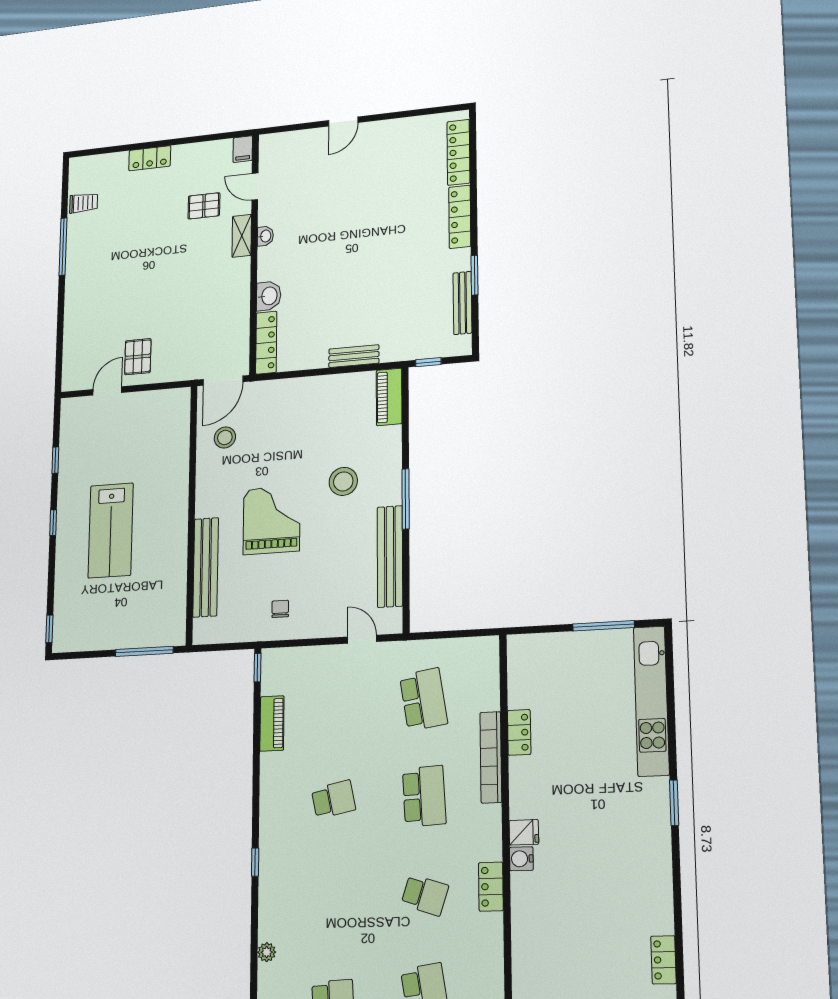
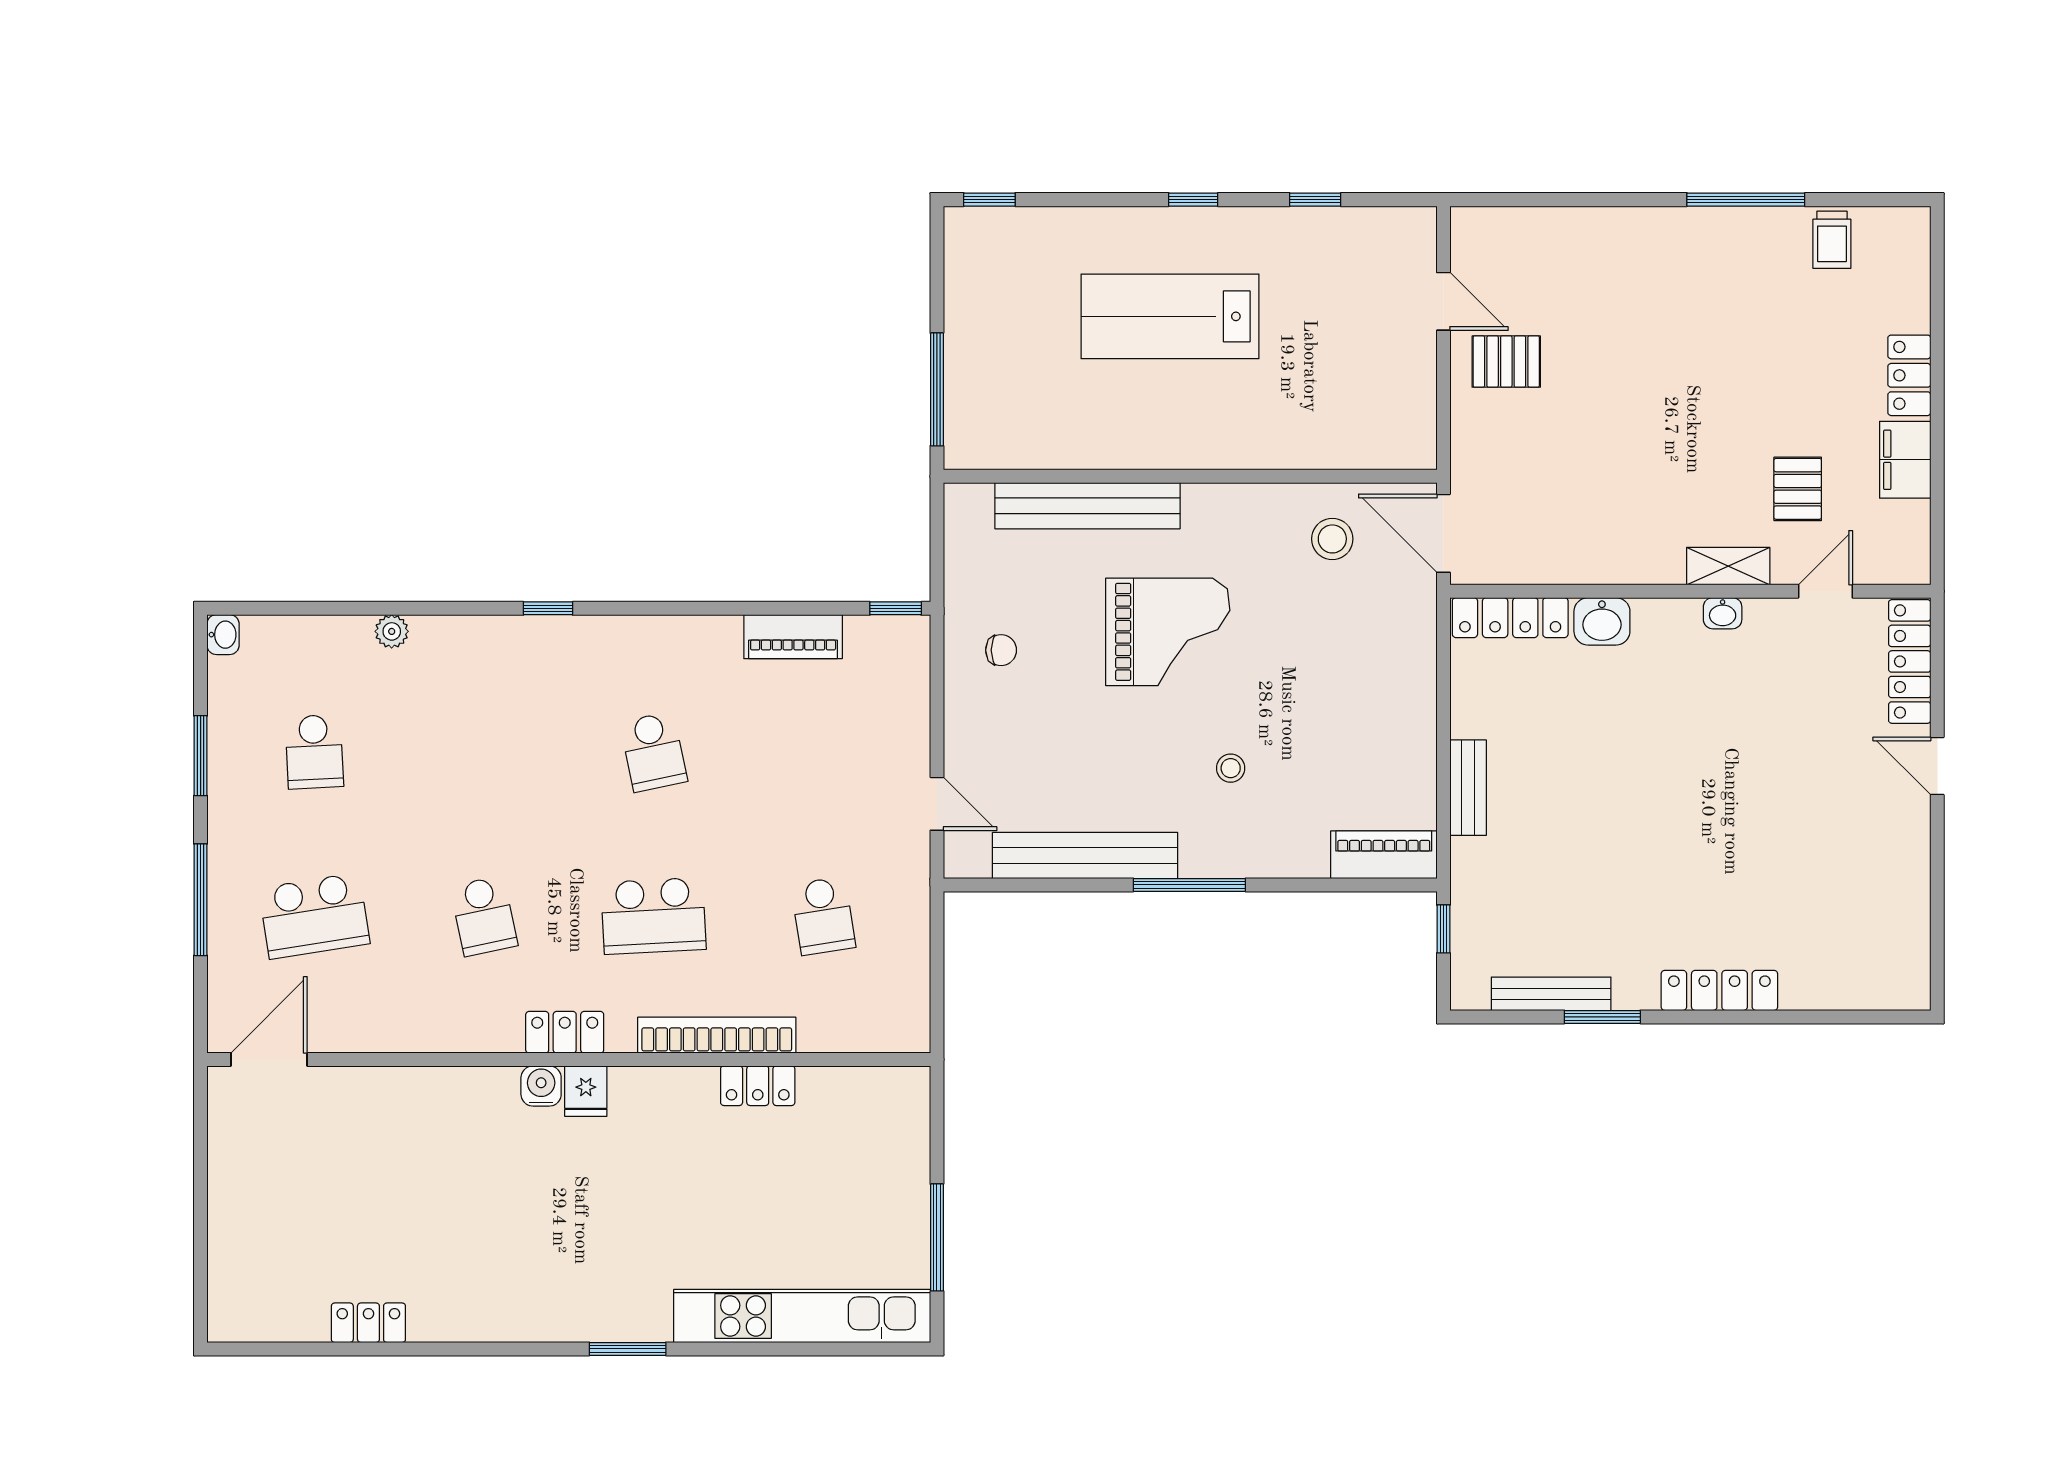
filing cabinet: (243, 149) -> (1905, 460), moved, width x2.00
locker: (458, 152) -> (1910, 661), moved, turned -90
stool: (343, 481) -> (1231, 768), width x0.53, depth x0.53
door: (362, 639) -> (937, 804), hinge flipped
school desk: (424, 699) -> (823, 916), width x0.54
locker: (491, 887) -> (565, 1032), moved
school desk: (425, 895) -> (484, 916), turned -30

